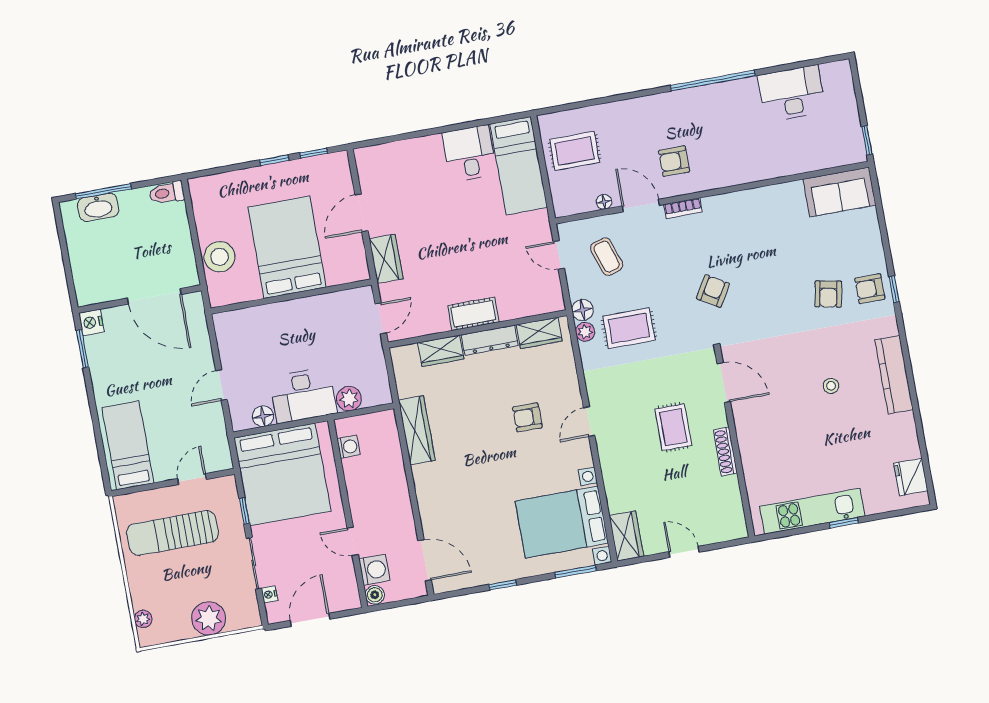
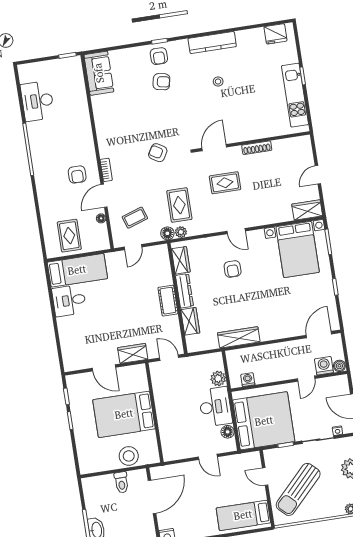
toilet: (167, 193) -> (121, 482), moved
rug: (673, 427) -> (225, 183), moved
sun lounger: (172, 533) -> (298, 489), turned 44

